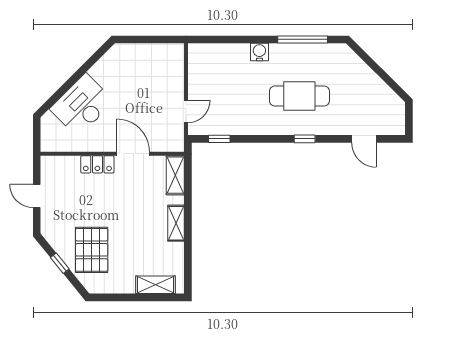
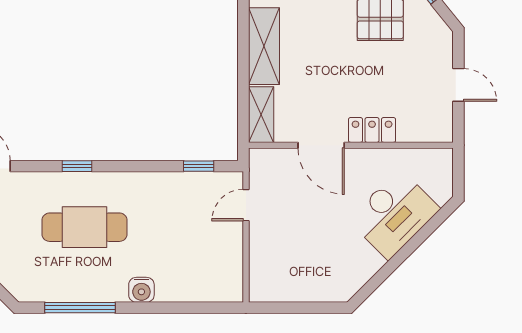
shelving: (176, 223) -> (264, 46), width x1.50, depth x1.33

